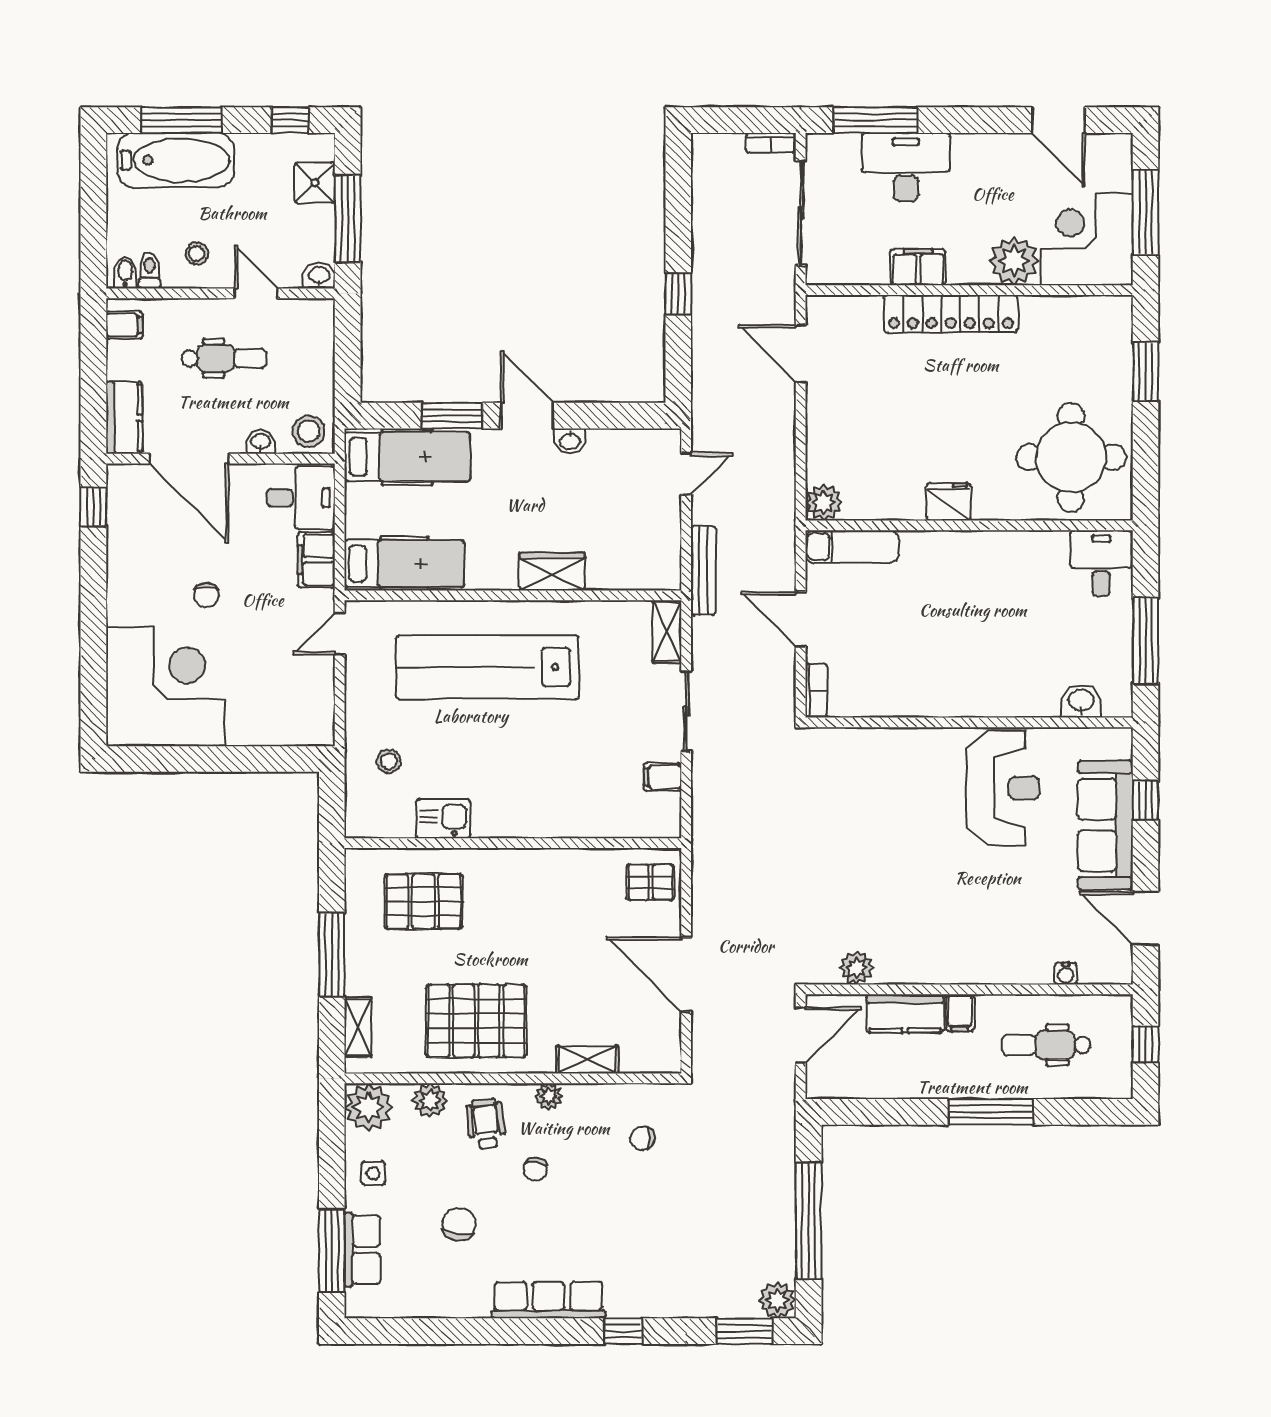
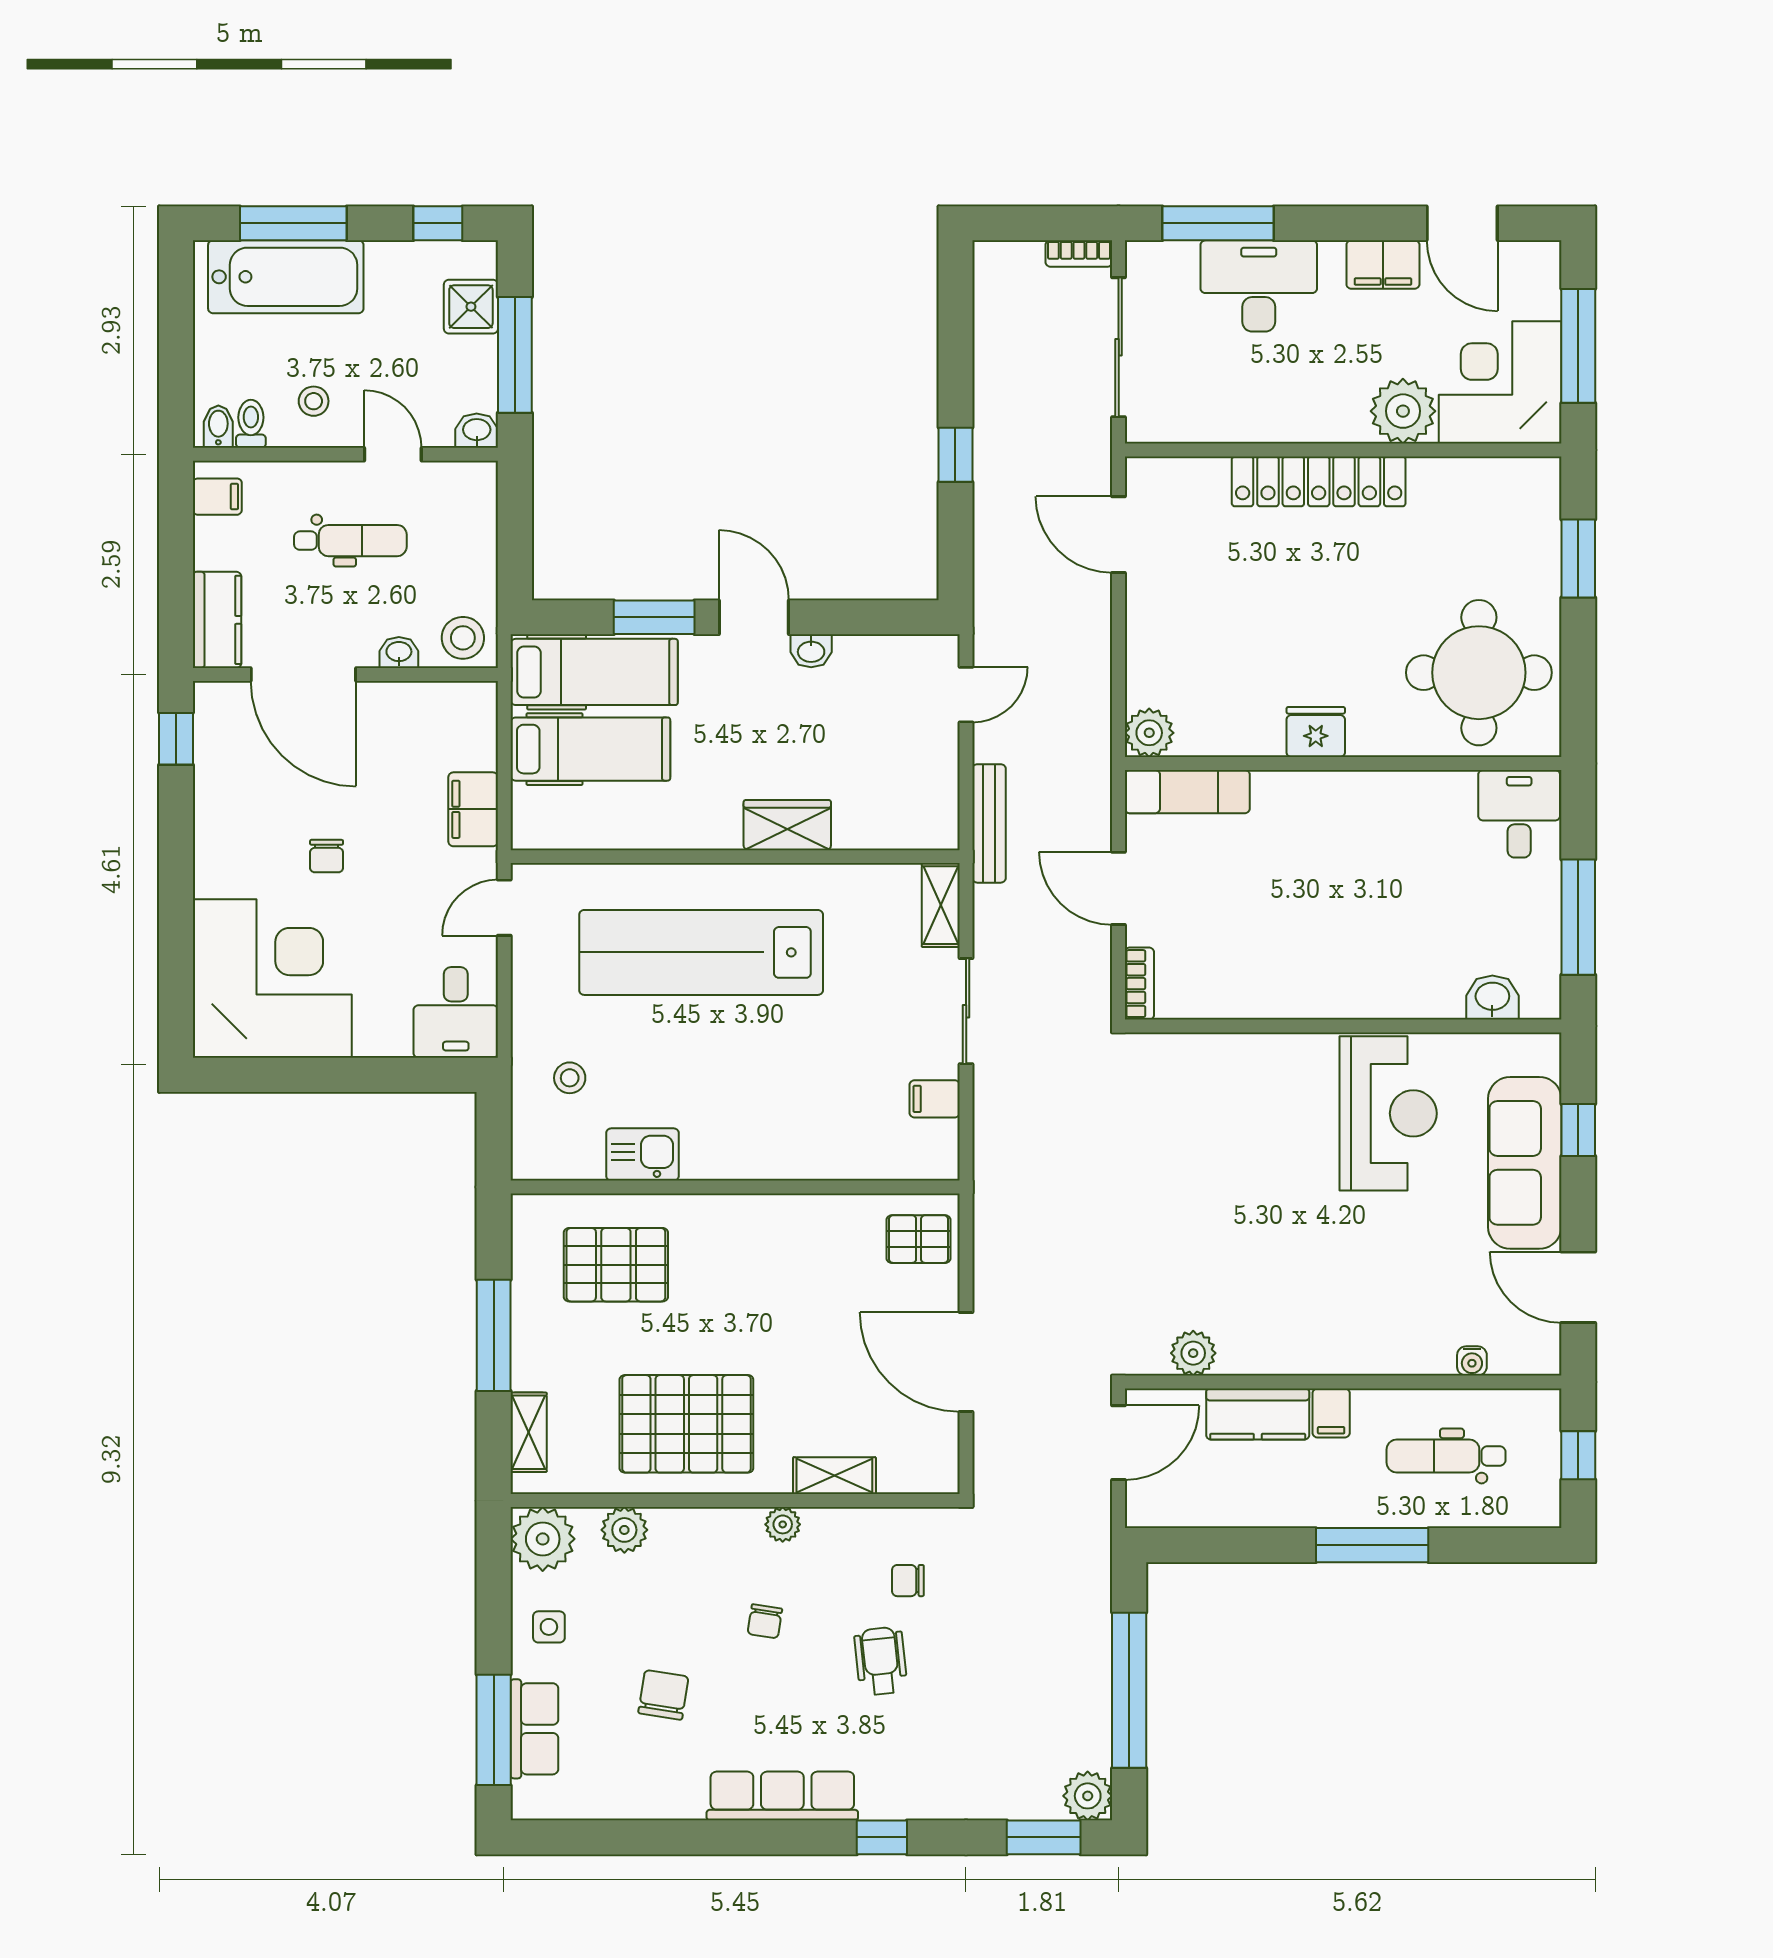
filing cabinet: (918, 267) -> (1383, 265), moved, turned 180
desk: (301, 498) -> (456, 1012), moved, turned 90
hospital bed: (404, 563) -> (590, 749), moved
wheelchair: (486, 1124) -> (881, 1661), moved

